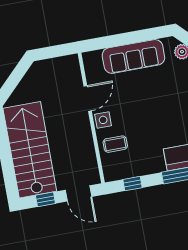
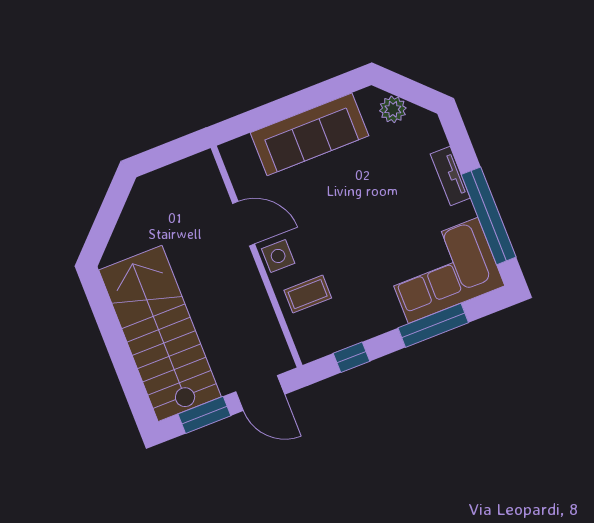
door: (88, 98) -> (244, 224), hinge flipped
window: (45, 199) -> (204, 415), width x1.50

